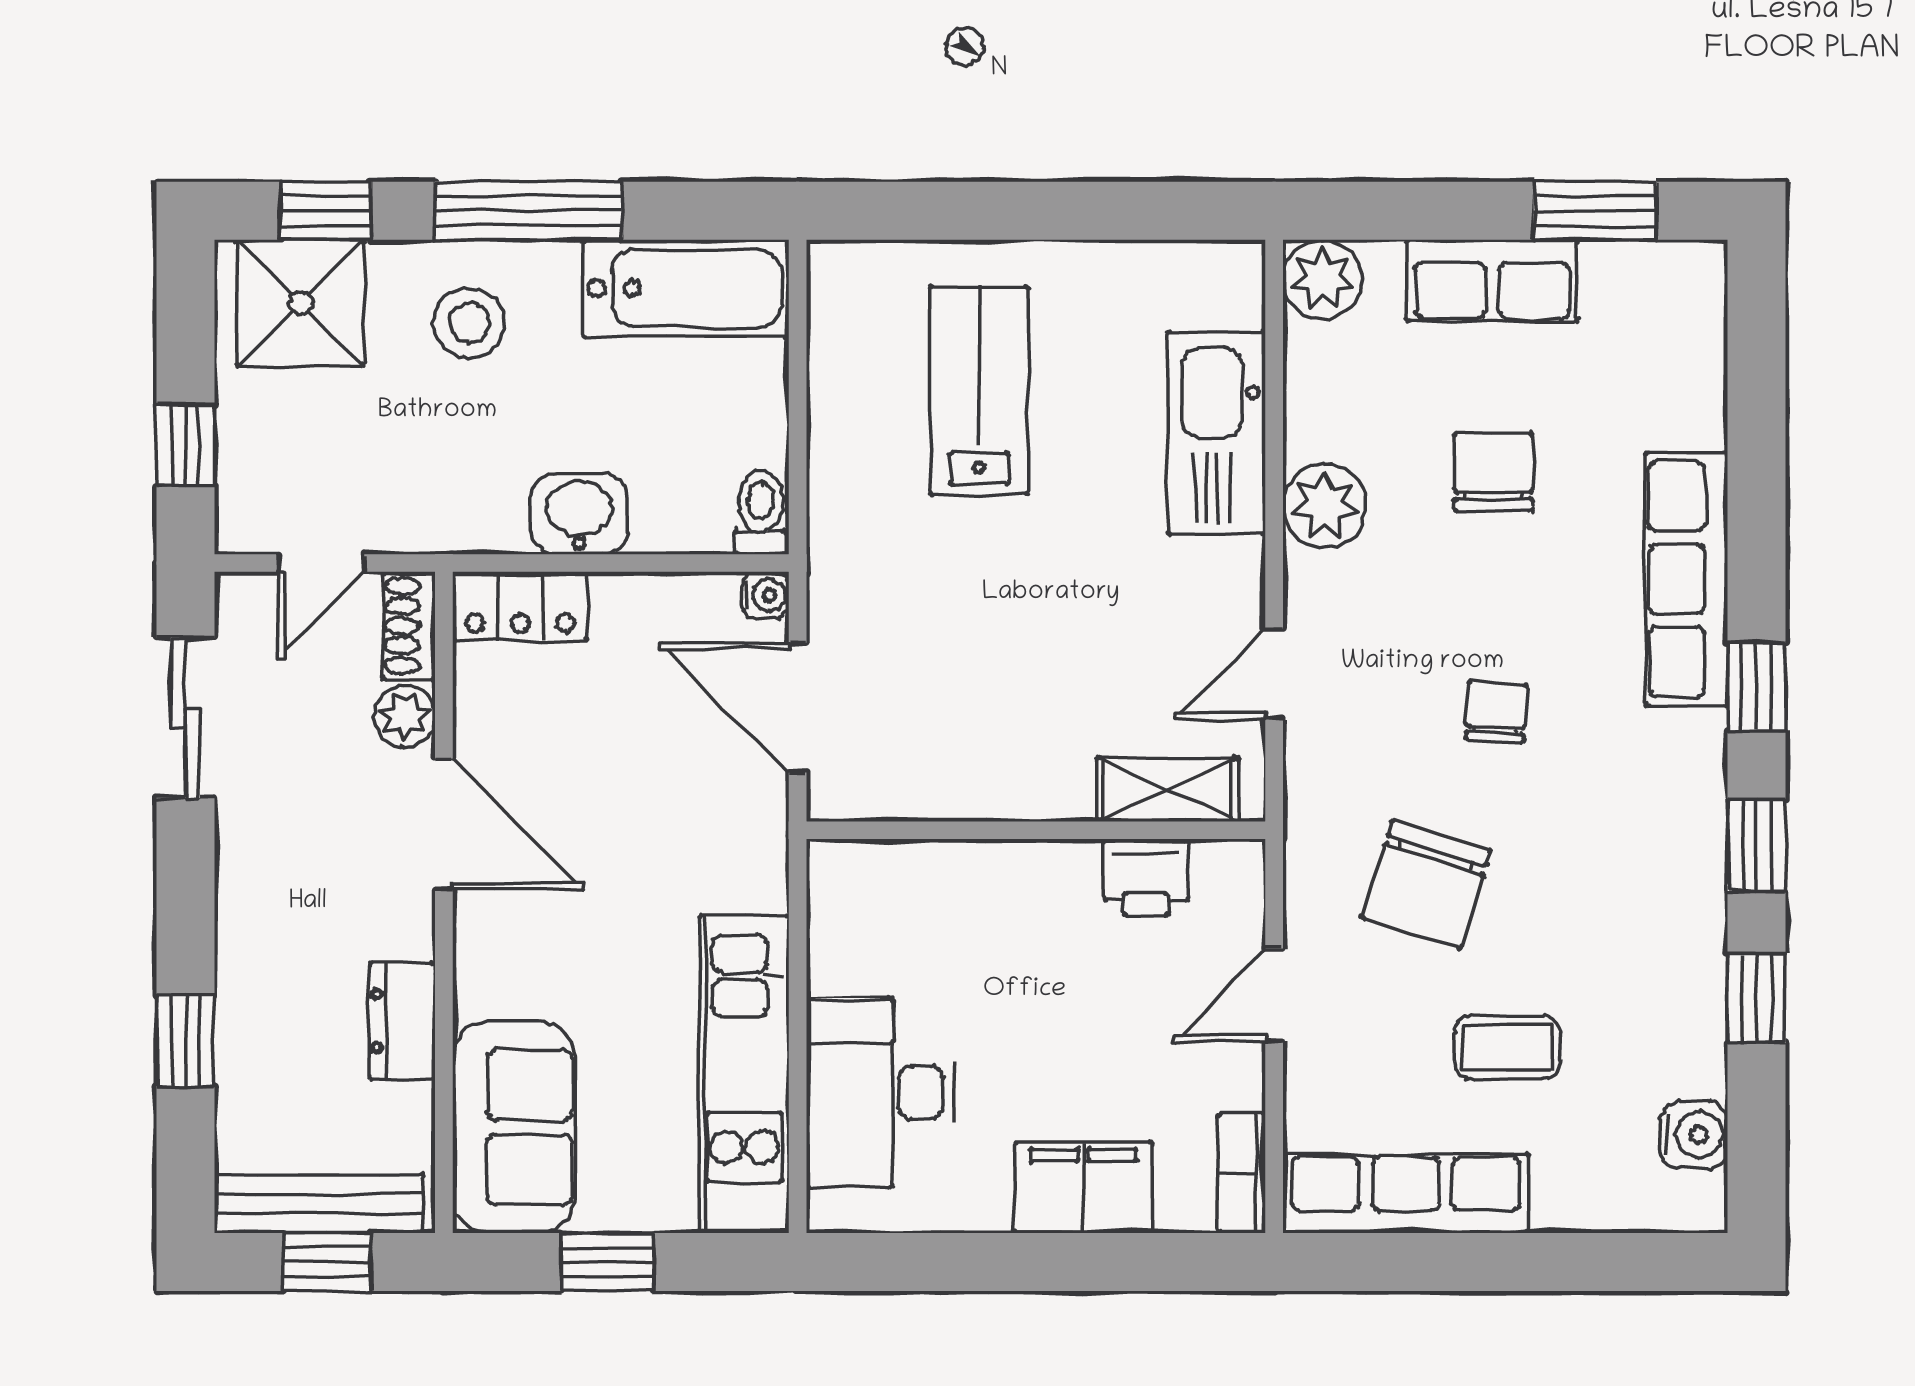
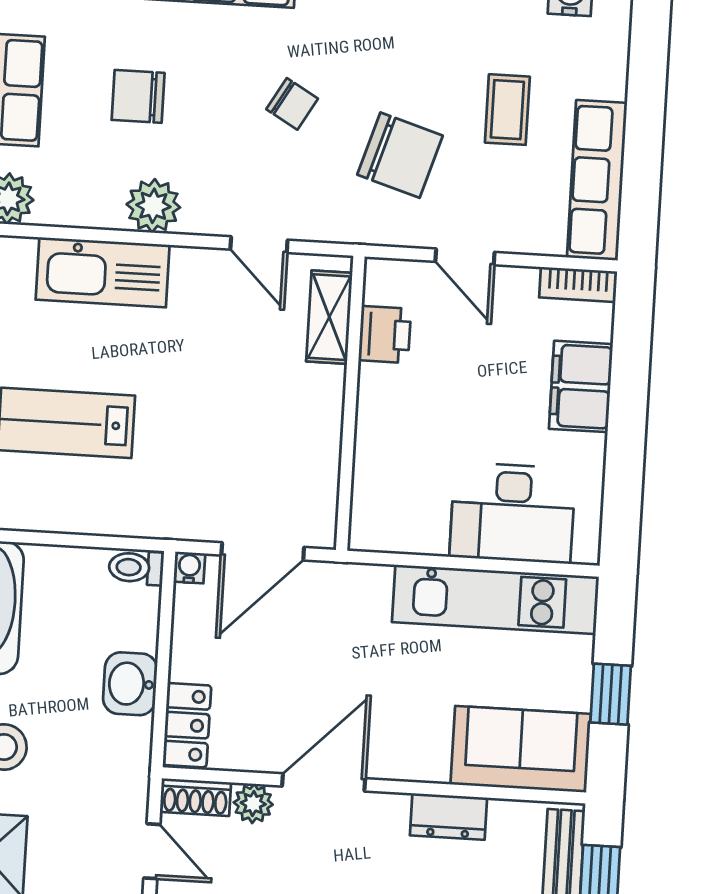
chair: (1496, 712) -> (292, 104), turned -153

